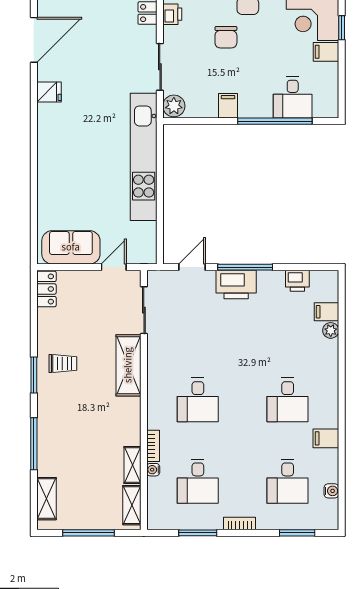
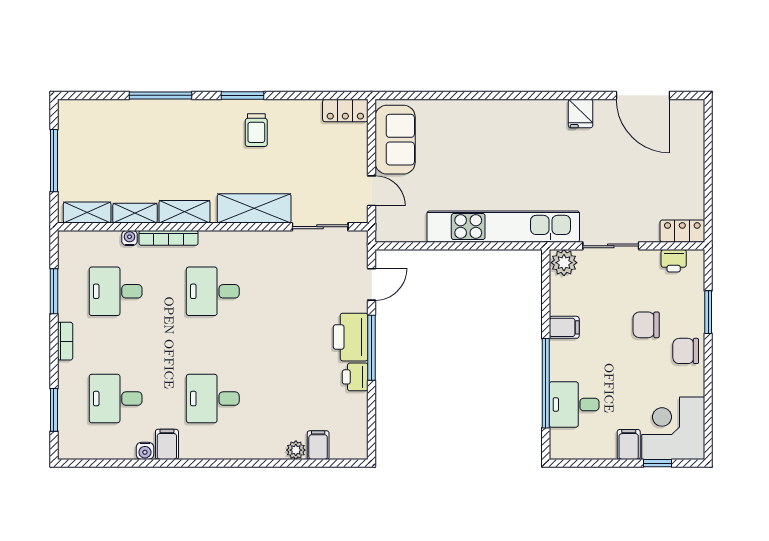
door: (192, 267) -> (372, 284), hinge flipped
printer: (297, 281) -> (355, 377), moved
bookcase: (153, 446) -> (169, 238), width x1.56
water cooler: (331, 491) -> (145, 451), moved
shelving: (46, 499) -> (184, 212), moved

